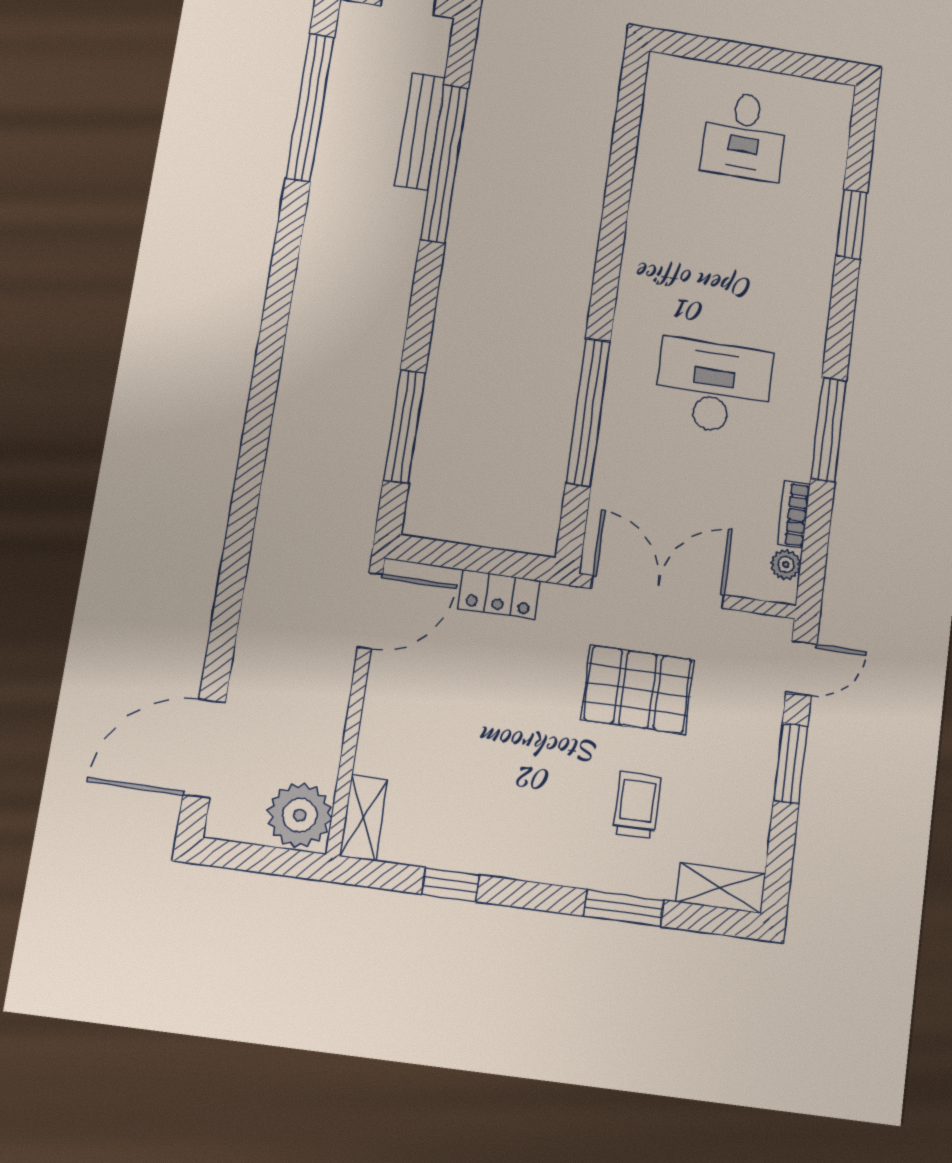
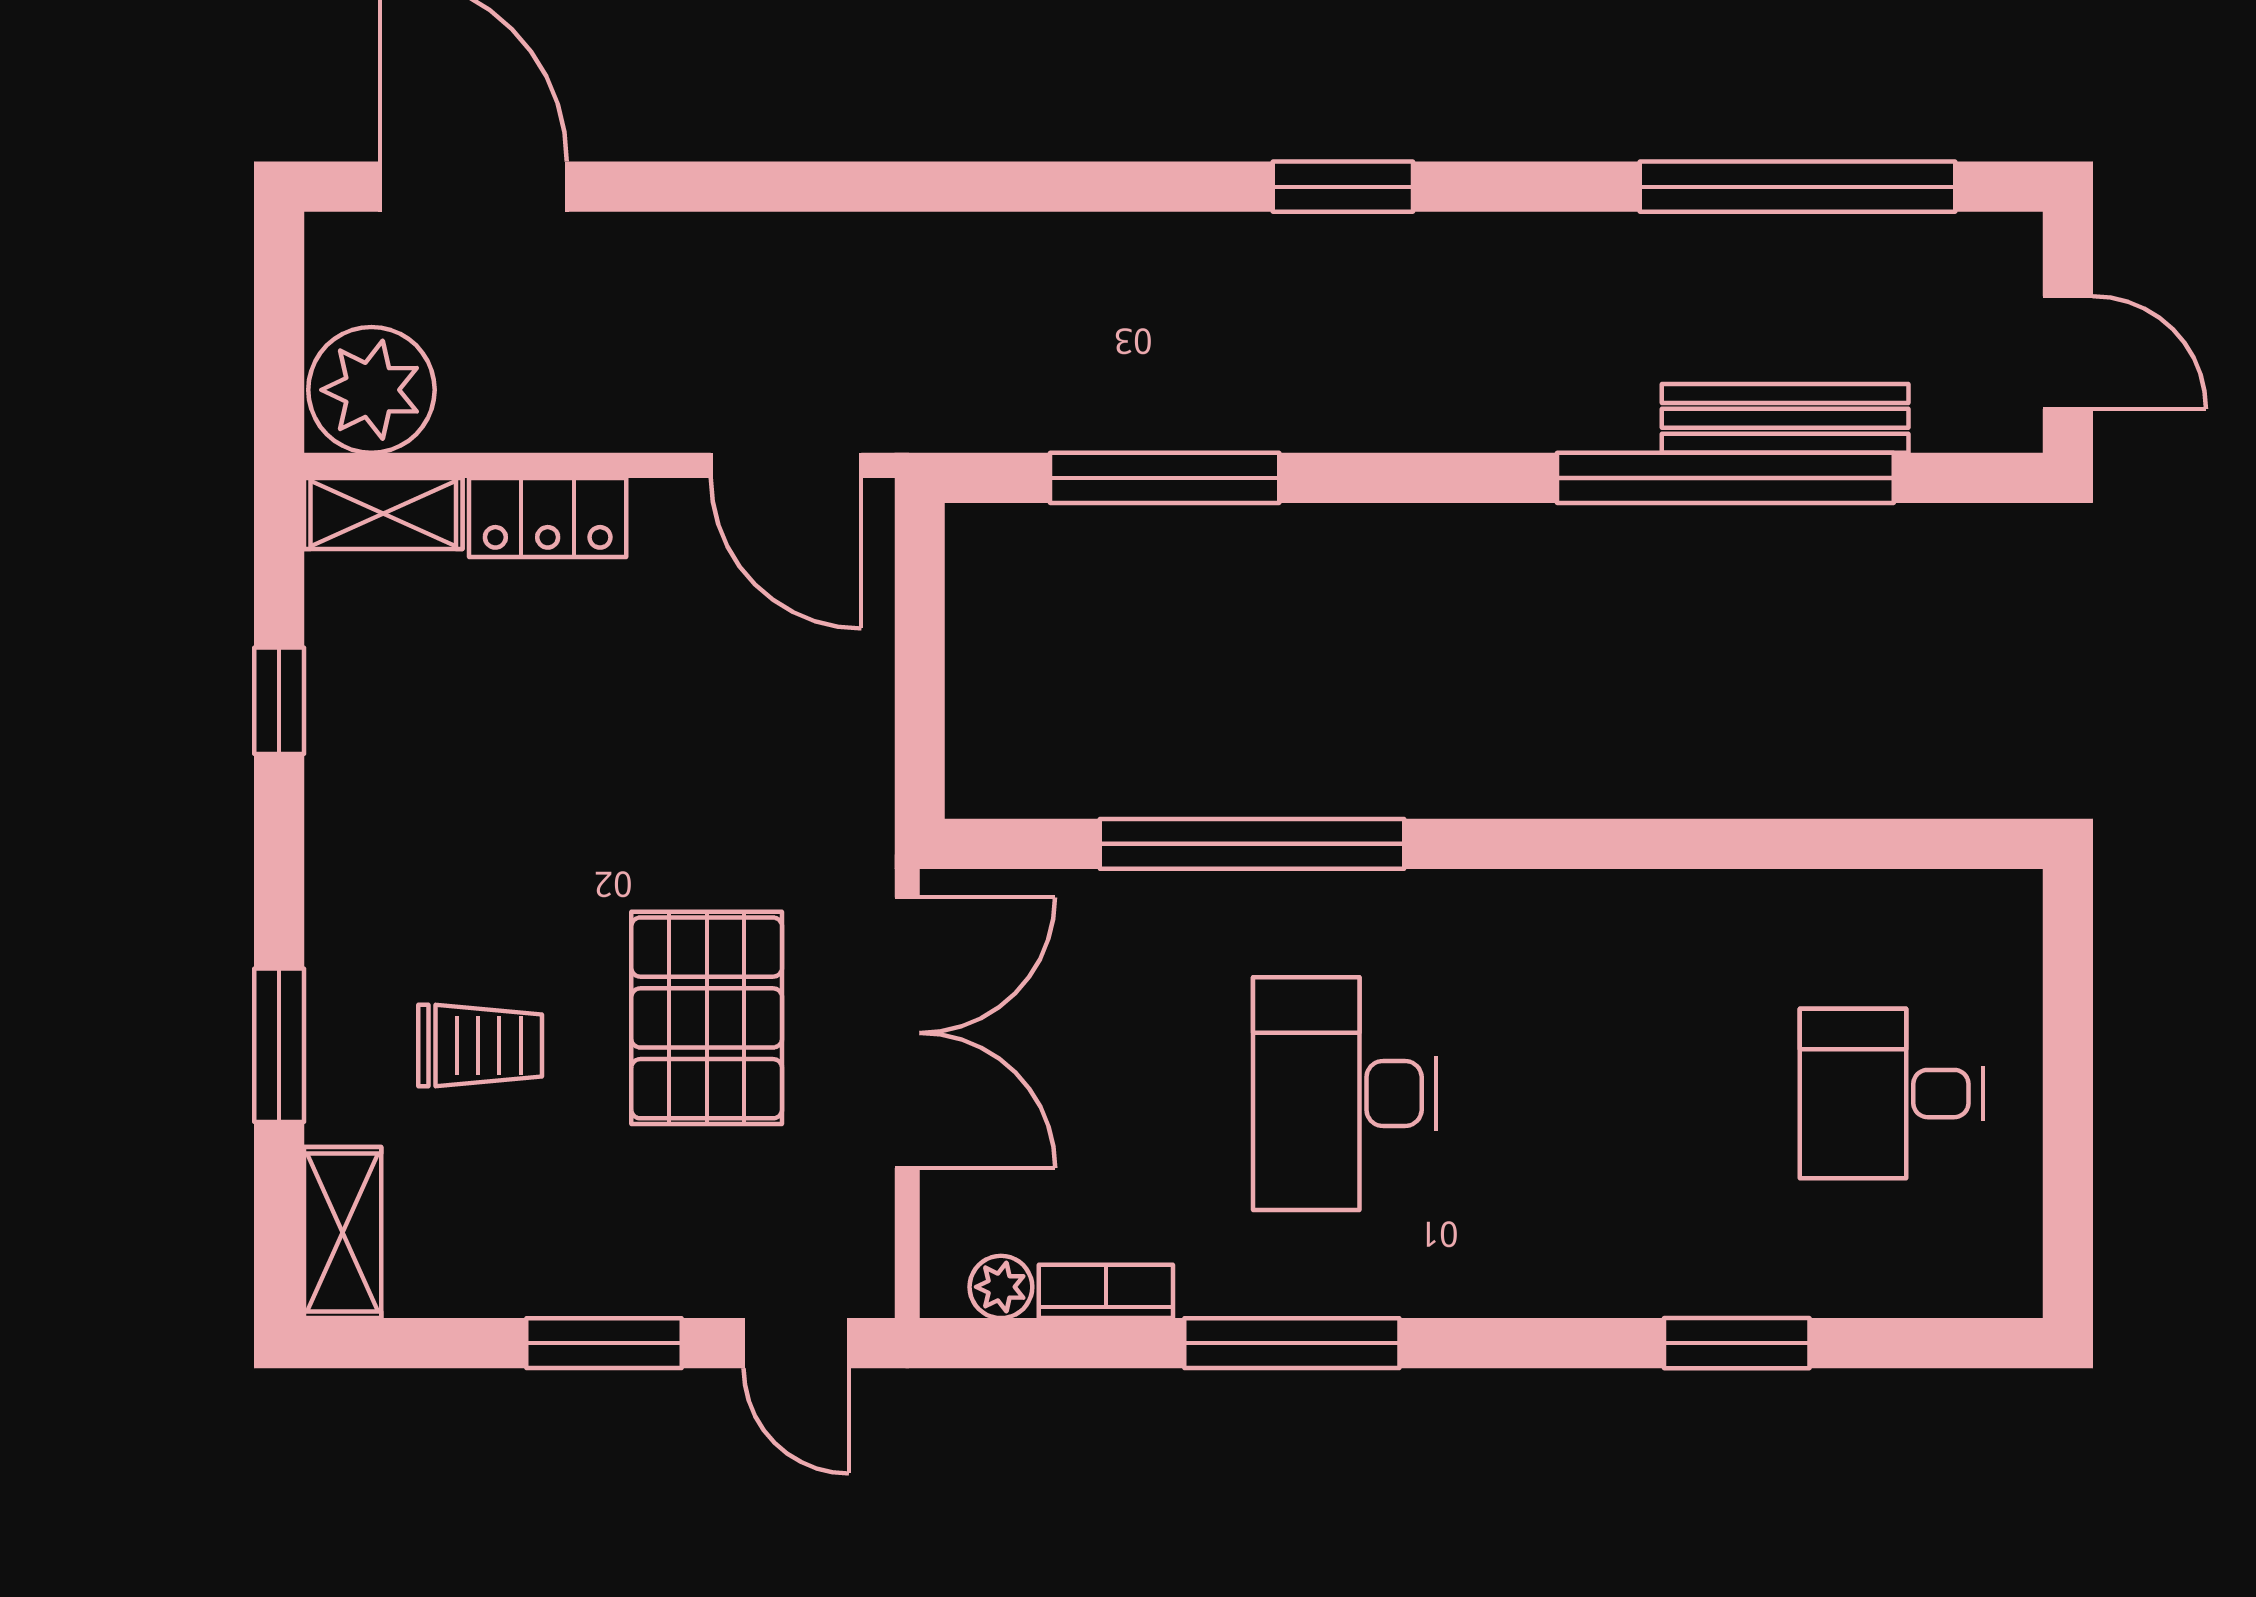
window: (275, 319) -> (1343, 187), added
desk: (713, 387) -> (1345, 1094), turned 180
locker: (499, 594) -> (548, 517), moved, turned -90

